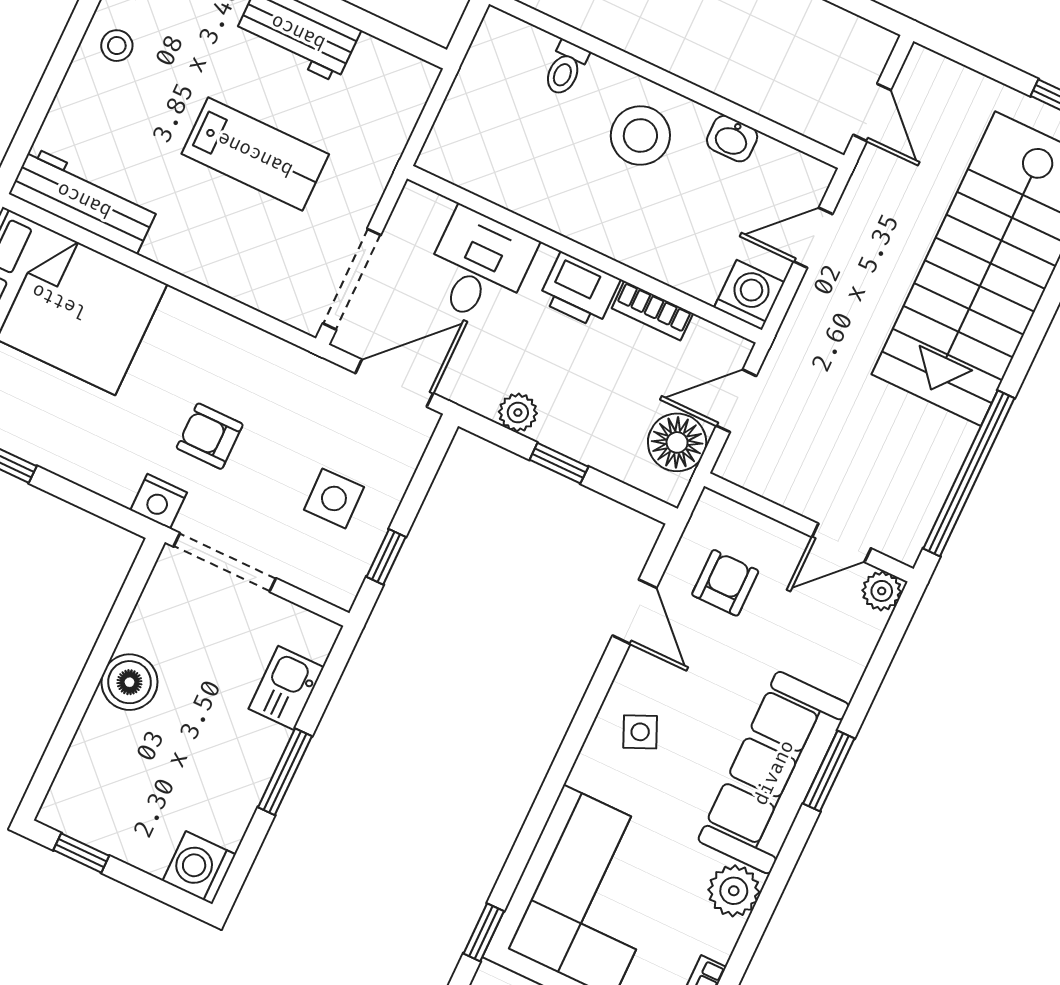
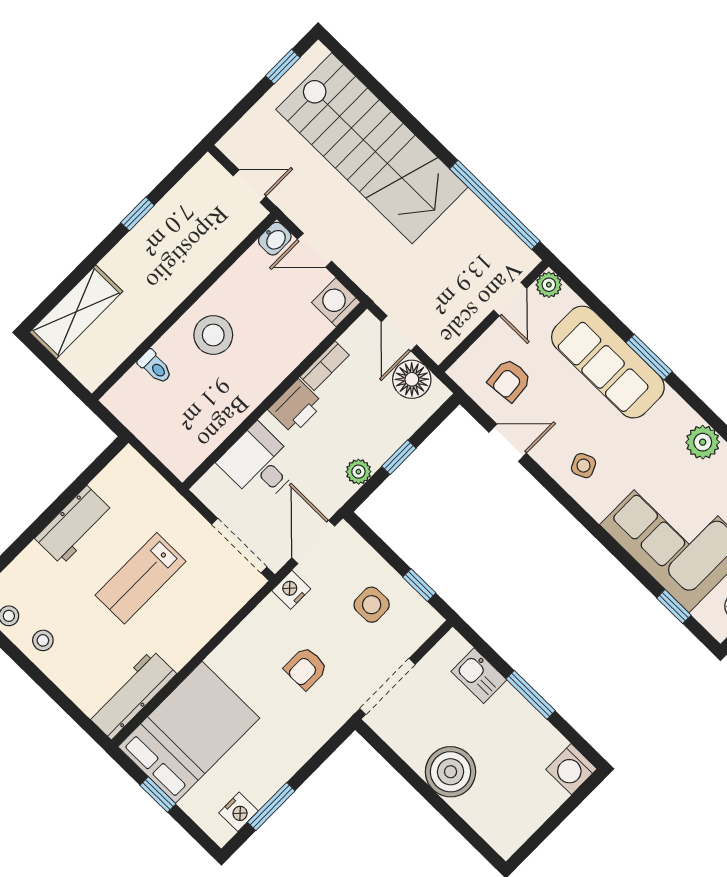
washbasin: (732, 139) -> (275, 239), moved
lab bench: (255, 154) -> (141, 578), turned 180
door: (813, 238) -> (315, 250), hinge flipped
nightstand: (159, 501) -> (291, 590), moved, turned 180
armchair: (725, 583) -> (510, 380), turned -95
boiler: (129, 682) -> (451, 772), width x1.37, depth x1.37
sofa: (774, 773) -> (608, 362), moved
window: (81, 853) -> (536, 839), removed

